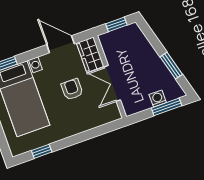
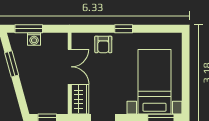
armchair: (72, 89) -> (103, 44), moved
window: (42, 151) -> (124, 29), moved

